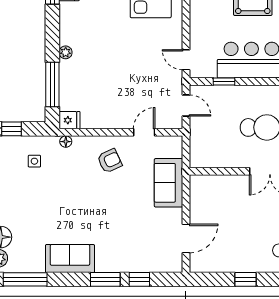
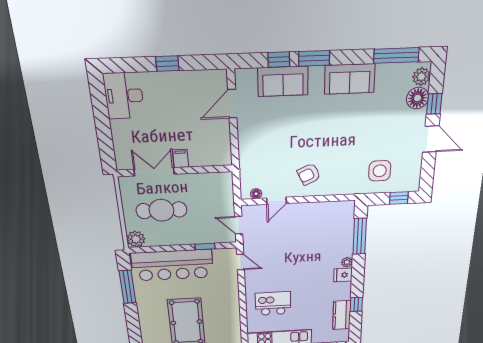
fridge: (69, 120) -> (343, 275), moved
floor lamp: (66, 142) -> (256, 194), moved
side table: (34, 161) -> (380, 171), width x1.87, depth x1.87
sofa: (168, 183) -> (283, 81), moved, turned 90
filing cabinet: (241, 184) -> (181, 158), added

